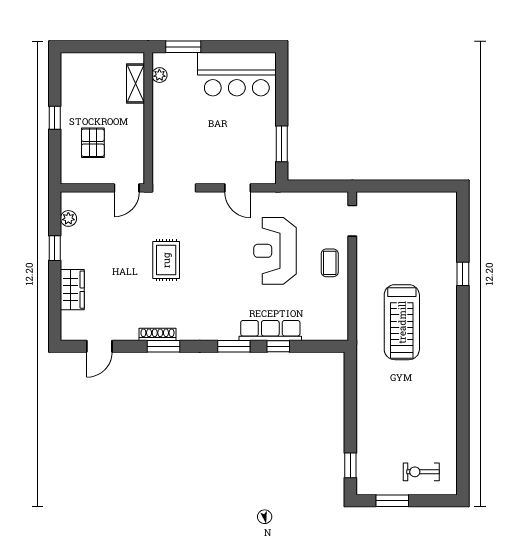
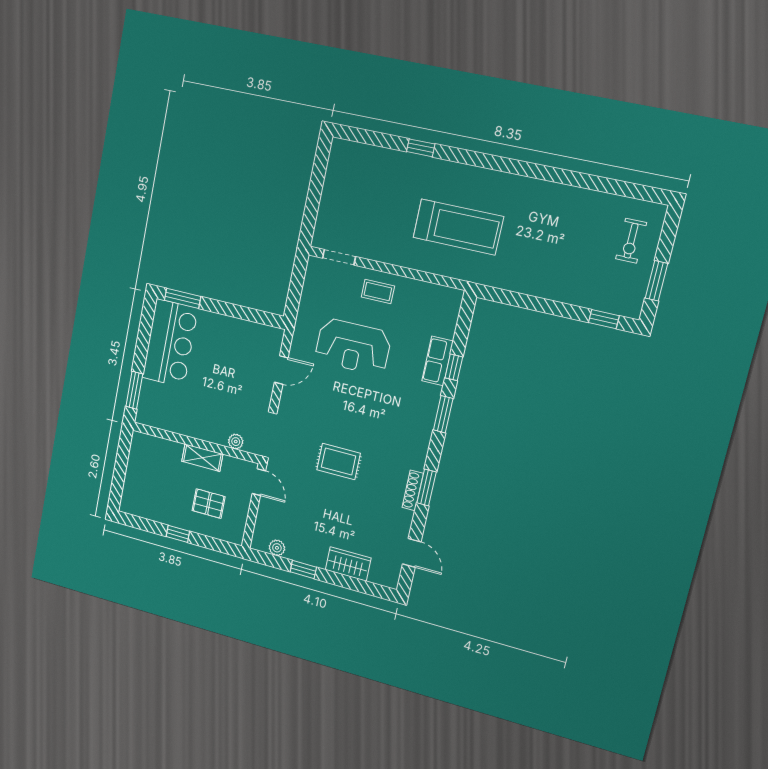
plant: (159, 75) -> (236, 442), moved
shelving: (136, 83) -> (202, 458), moved
window: (282, 144) -> (183, 298), moved
row of seats: (270, 330) -> (438, 361), width x0.68

